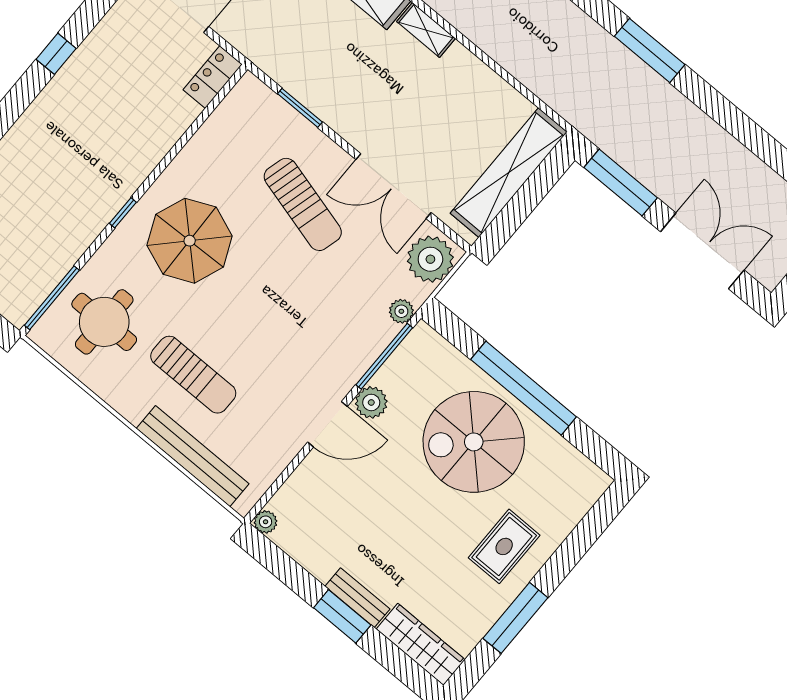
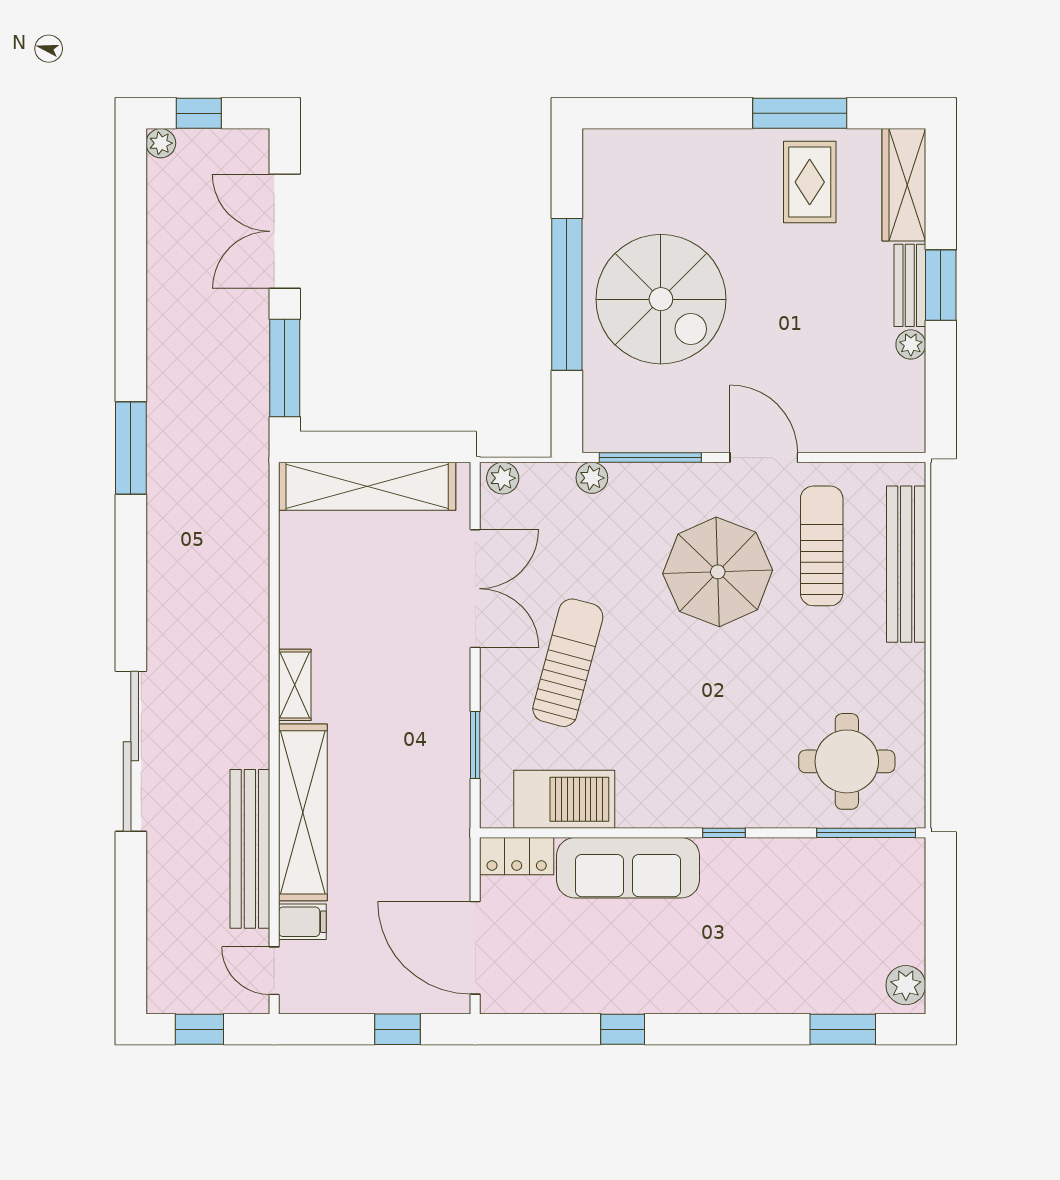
barbecue: (223, 134) -> (564, 799), added
sofa: (150, 138) -> (628, 868), added
parasol: (190, 241) -> (718, 572), moved
plant: (430, 259) -> (503, 478), width x0.53, depth x0.53
sun lounger: (193, 375) -> (822, 546), moved
plant: (371, 402) -> (706, 432), removed
plant: (266, 522) -> (911, 344), moved
rug: (504, 546) -> (810, 182), moved, turned 90

